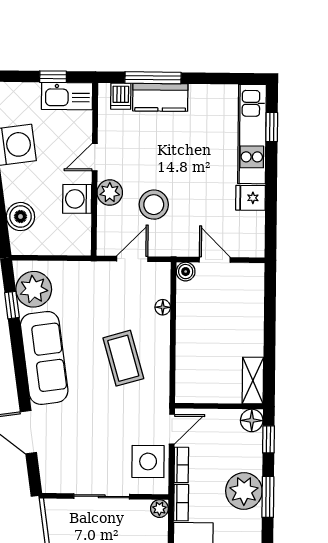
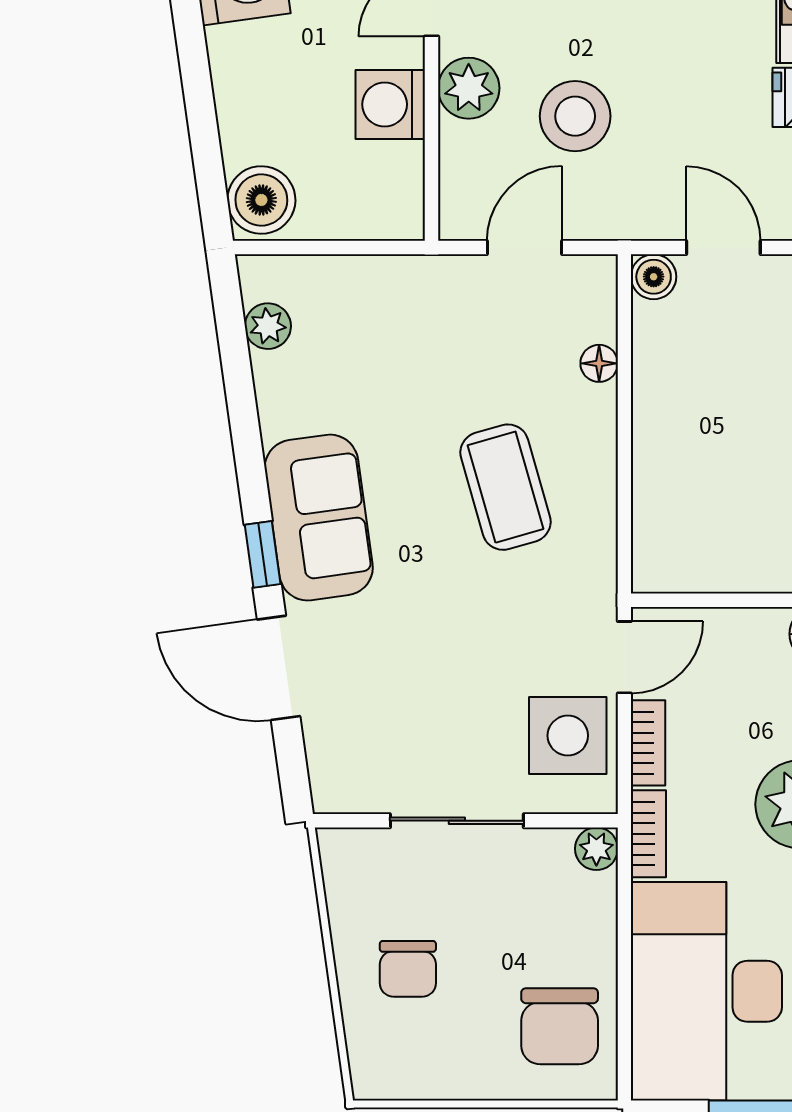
boiler: (20, 217) -> (261, 200), moved
plant: (34, 289) -> (268, 326), width x0.53, depth x0.53
window: (12, 305) -> (263, 554), moved
sofa: (44, 358) -> (319, 518), width x0.73

